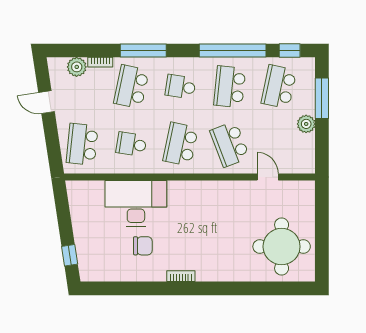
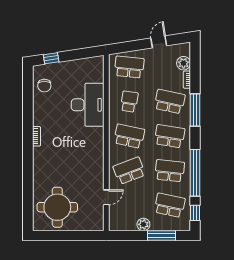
school desk: (181, 87) -> (170, 136), width x1.85
chair: (143, 246) -> (44, 86), moved

